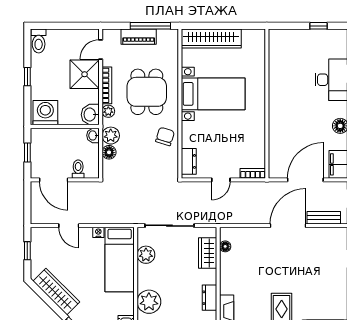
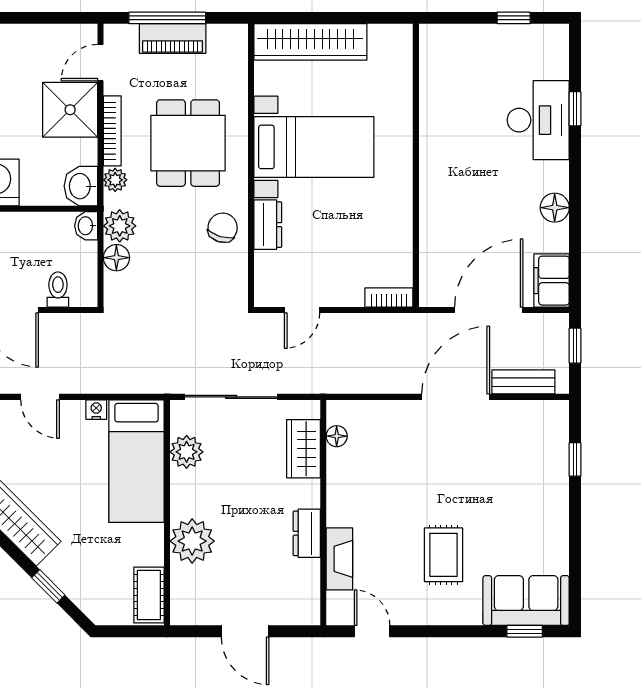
window: (150, 26) -> (167, 18), moved
dresser: (189, 161) -> (268, 225), moved
door: (221, 180) -> (302, 310), moved

